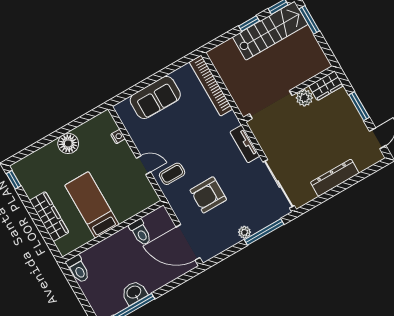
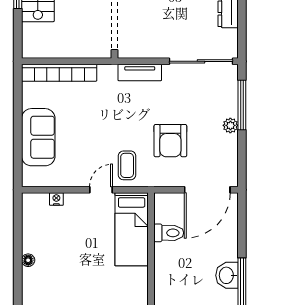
floor lamp: (68, 143) -> (28, 260), width x0.53, depth x0.53
bed: (92, 205) -> (132, 229), moved, turned -90

